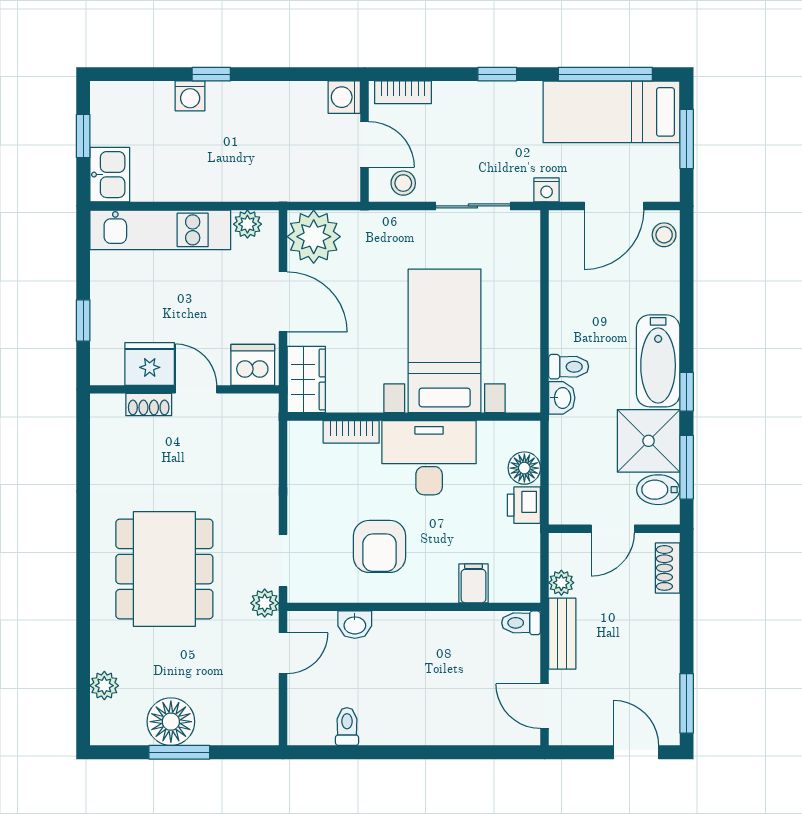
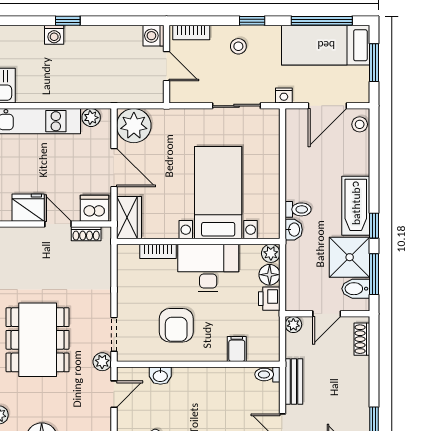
stool: (403, 183) -> (238, 46), moved
shoe rack: (149, 405) -> (86, 234), moved
plant: (526, 435) -> (271, 253), added
plant: (561, 583) -> (293, 325), moved

